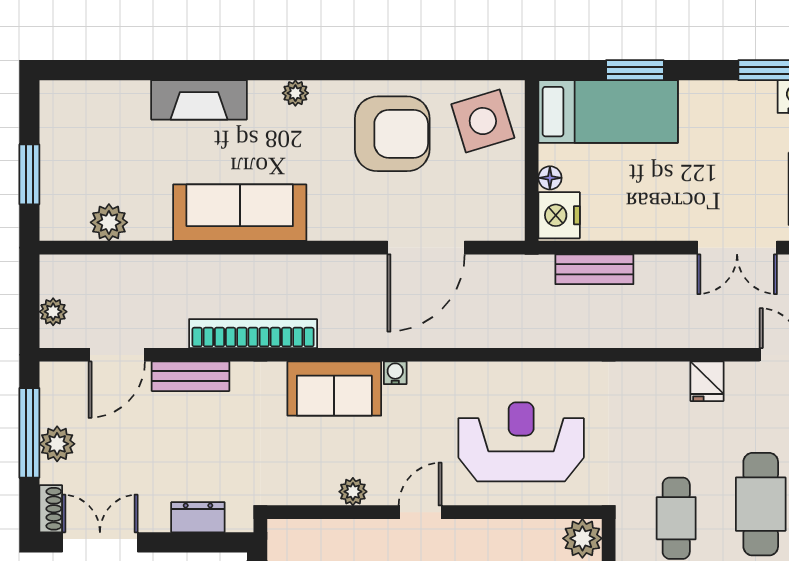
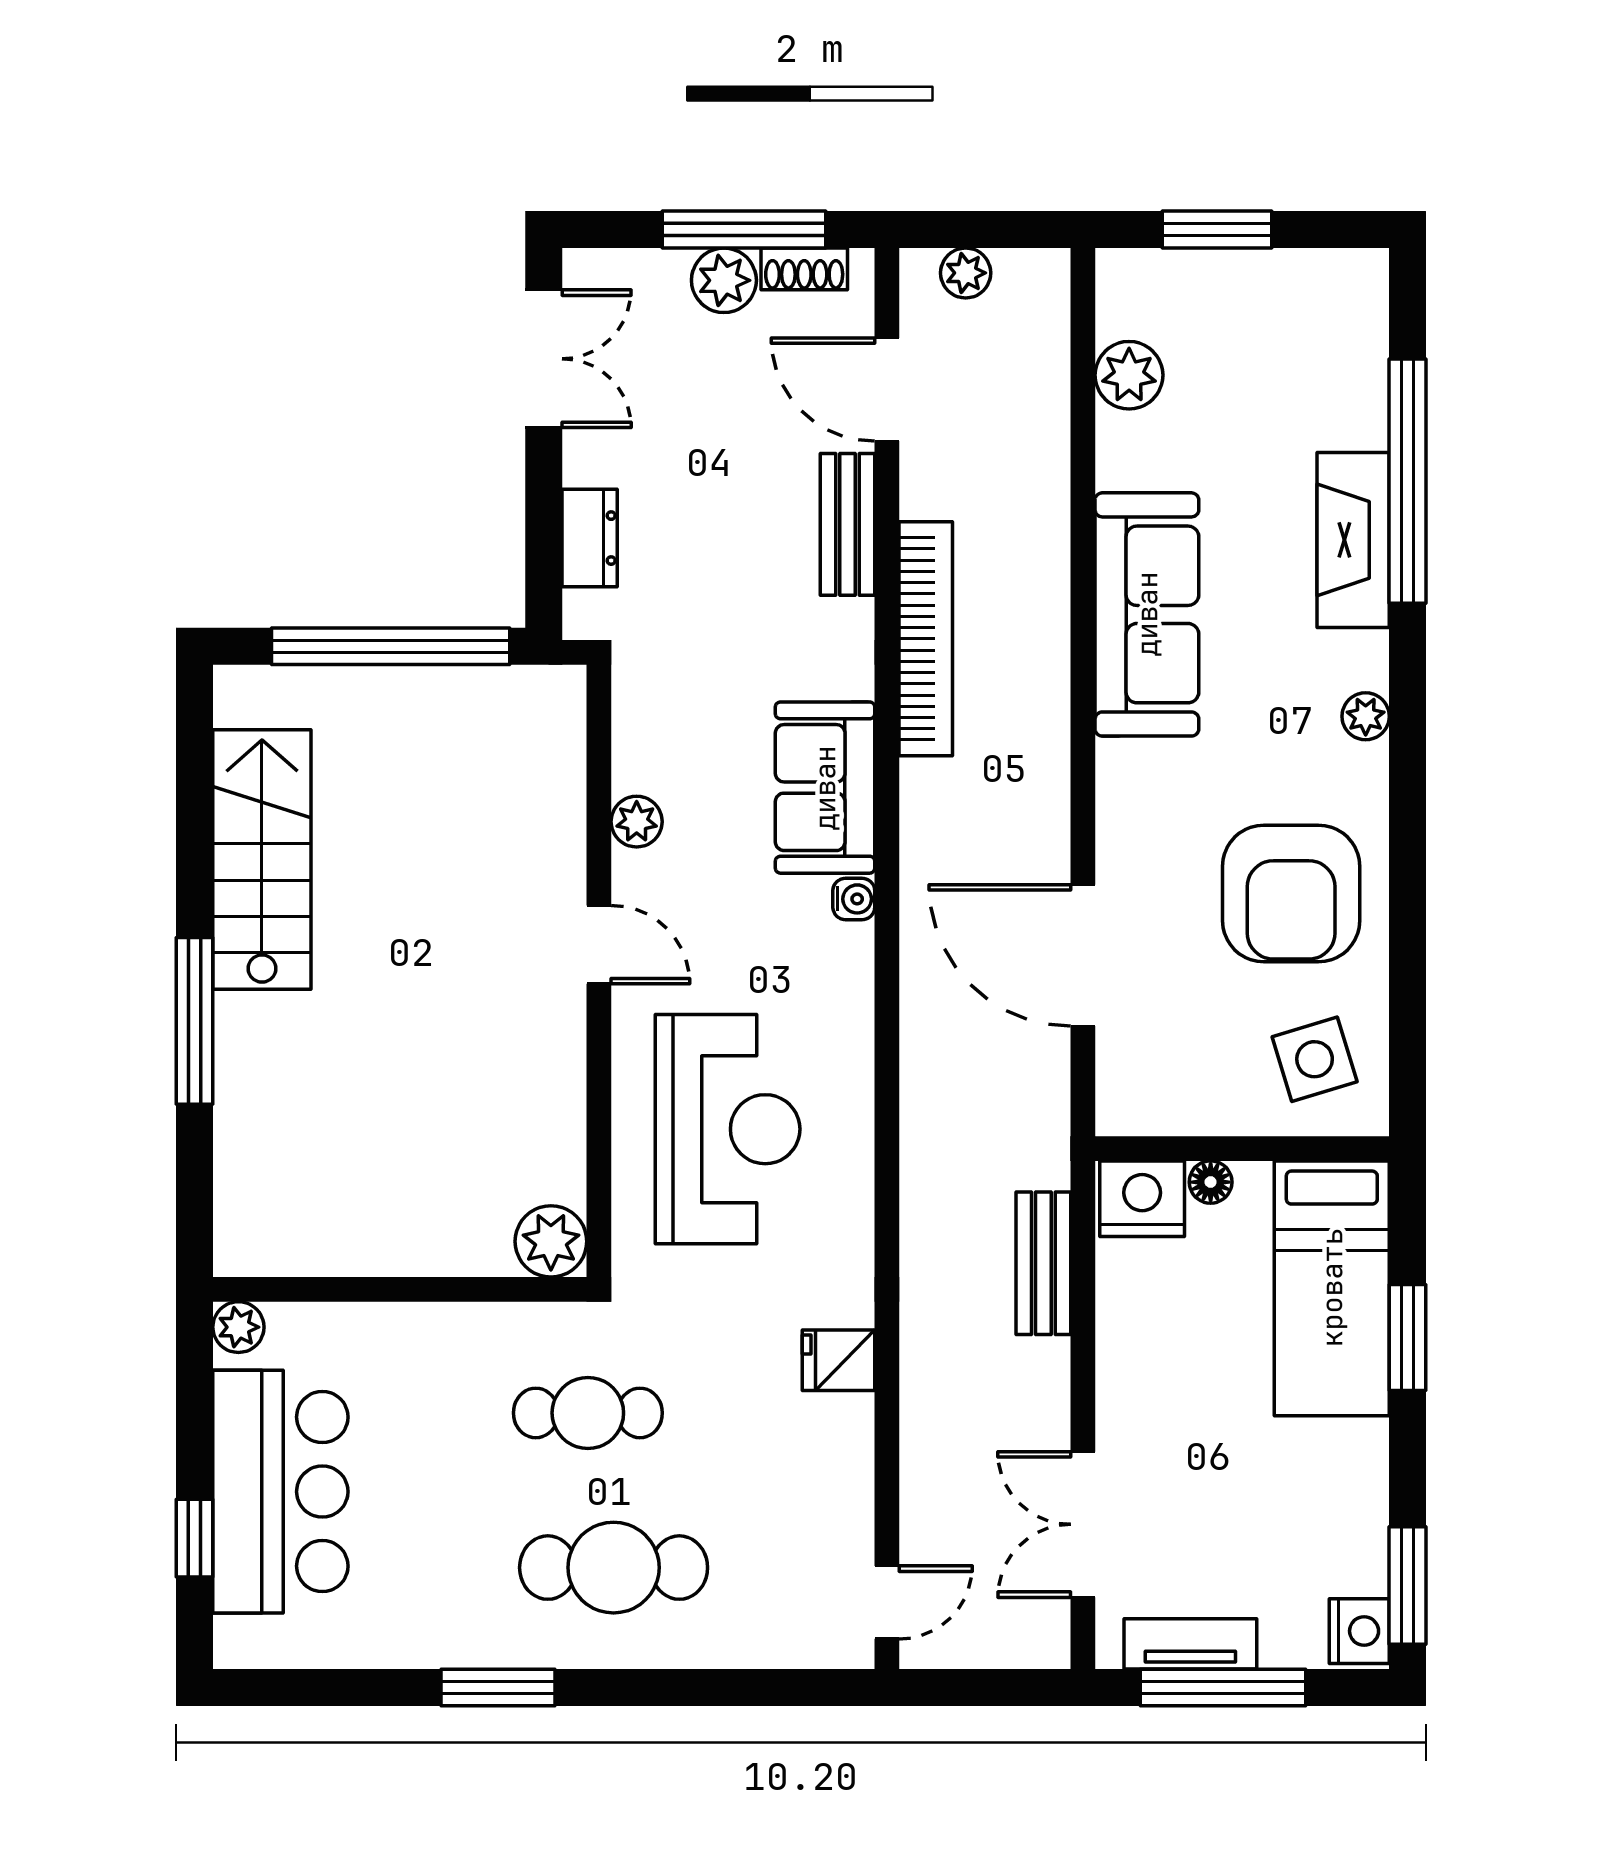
window: (167, 70) -> (1408, 481), added
side table: (483, 121) -> (1315, 1059), width x0.73, depth x0.73
fridge: (707, 381) -> (838, 1360), moved
shoe rack: (51, 509) -> (804, 269), moved

